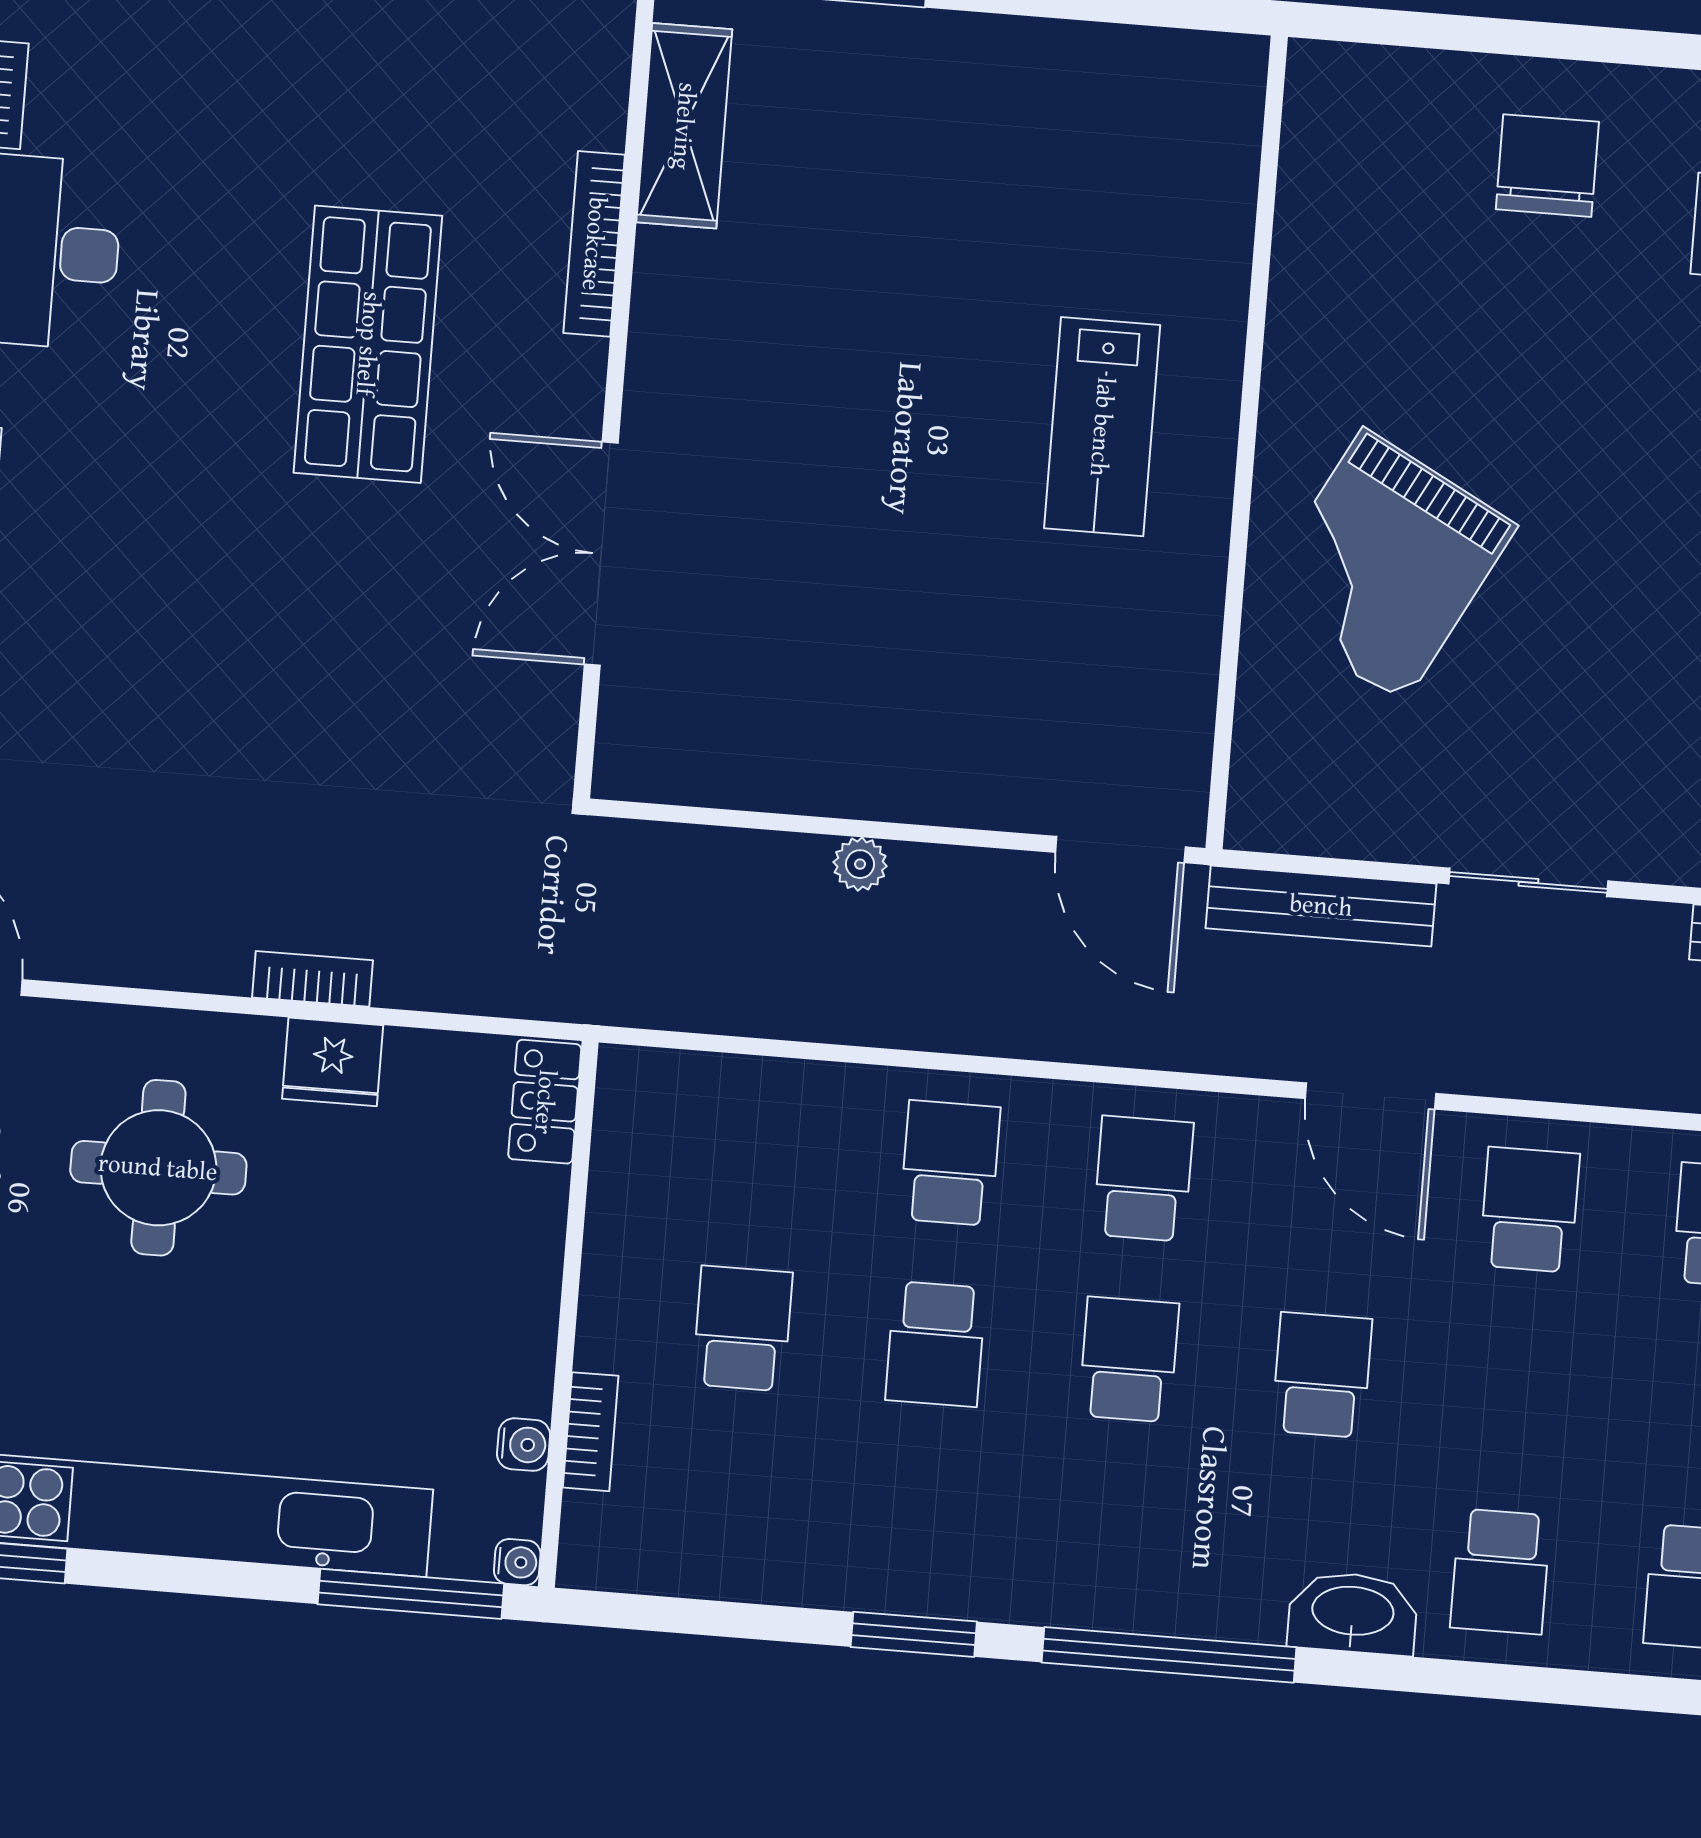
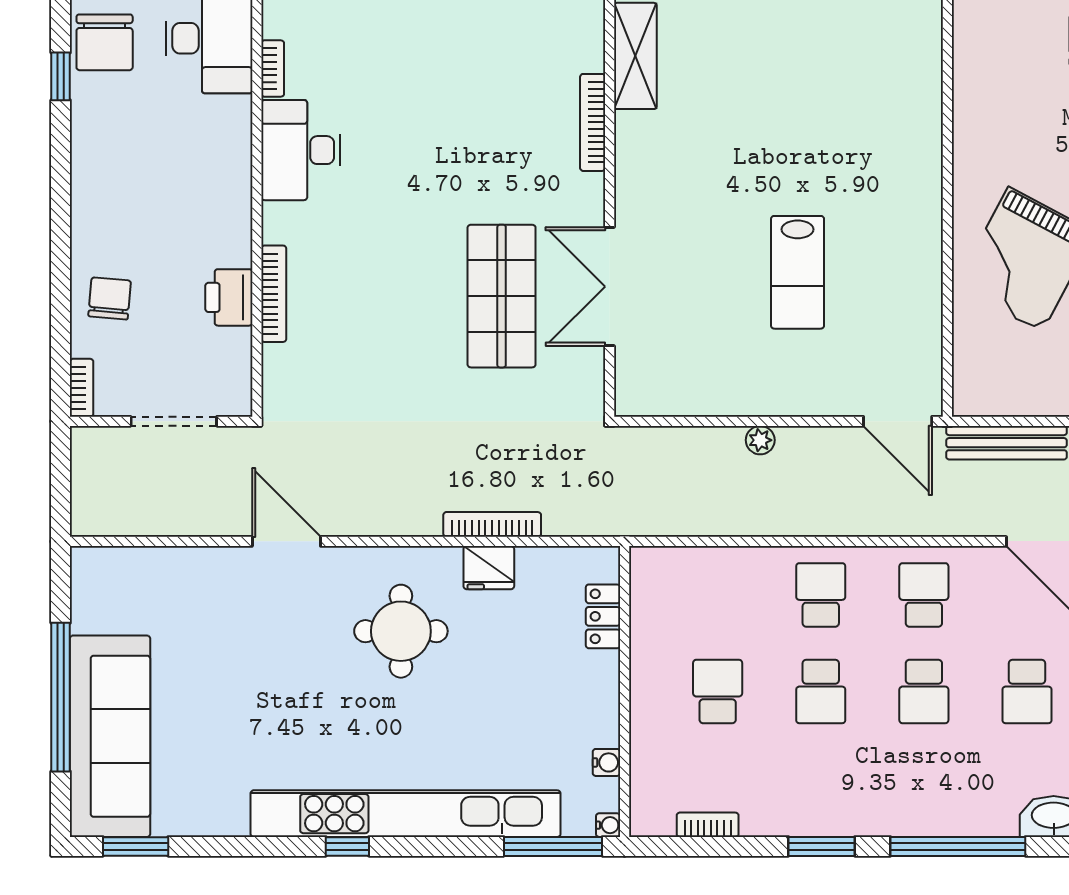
shop shelf: (368, 344) -> (502, 296), moved
lab bench: (1102, 427) -> (798, 272), moved
bookcase: (313, 979) -> (492, 524), width x1.56
locker: (545, 1102) -> (603, 616), moved
school desk: (1129, 1360) -> (924, 692), turned 180
school desk: (1322, 1375) -> (1027, 692), turned 180
bookcase: (591, 1432) -> (708, 825), moved, turned -90

